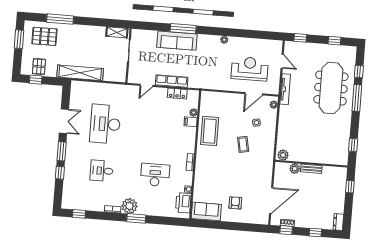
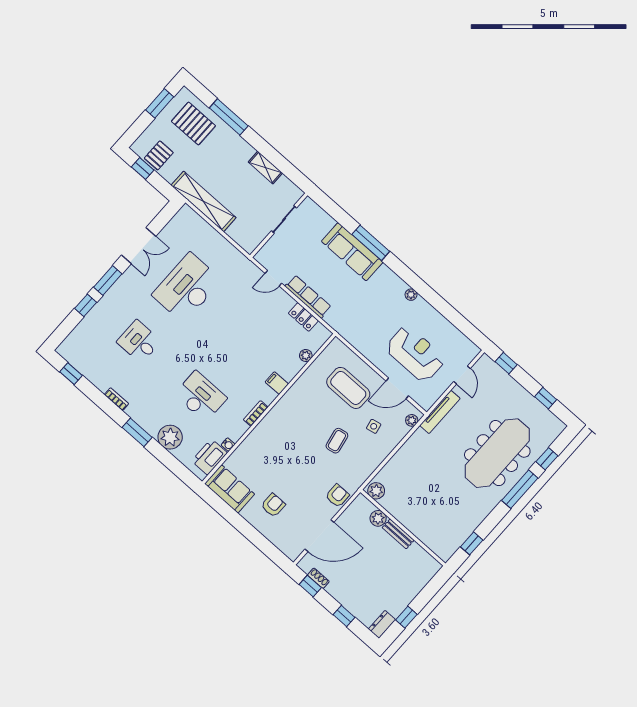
shelving: (117, 32) -> (265, 168), moved
filing cabinet: (191, 122) -> (277, 383), moved
coffee table: (210, 131) -> (348, 388), moved, turned 90
armchair: (265, 173) -> (337, 496), added
window: (350, 187) -> (406, 617), moved
plant: (129, 206) -> (170, 437), moved

